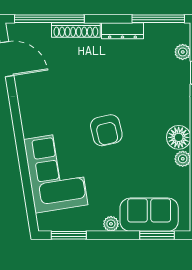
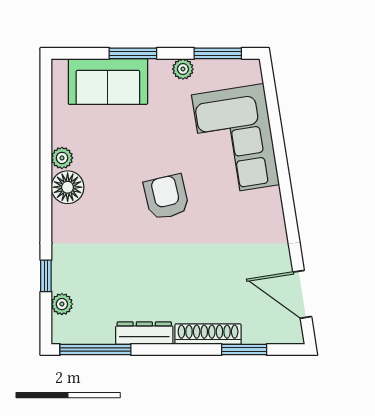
window: (49, 19) -> (244, 350), width x0.47
plant: (111, 224) -> (183, 69), moved
window: (157, 235) -> (133, 53), moved

